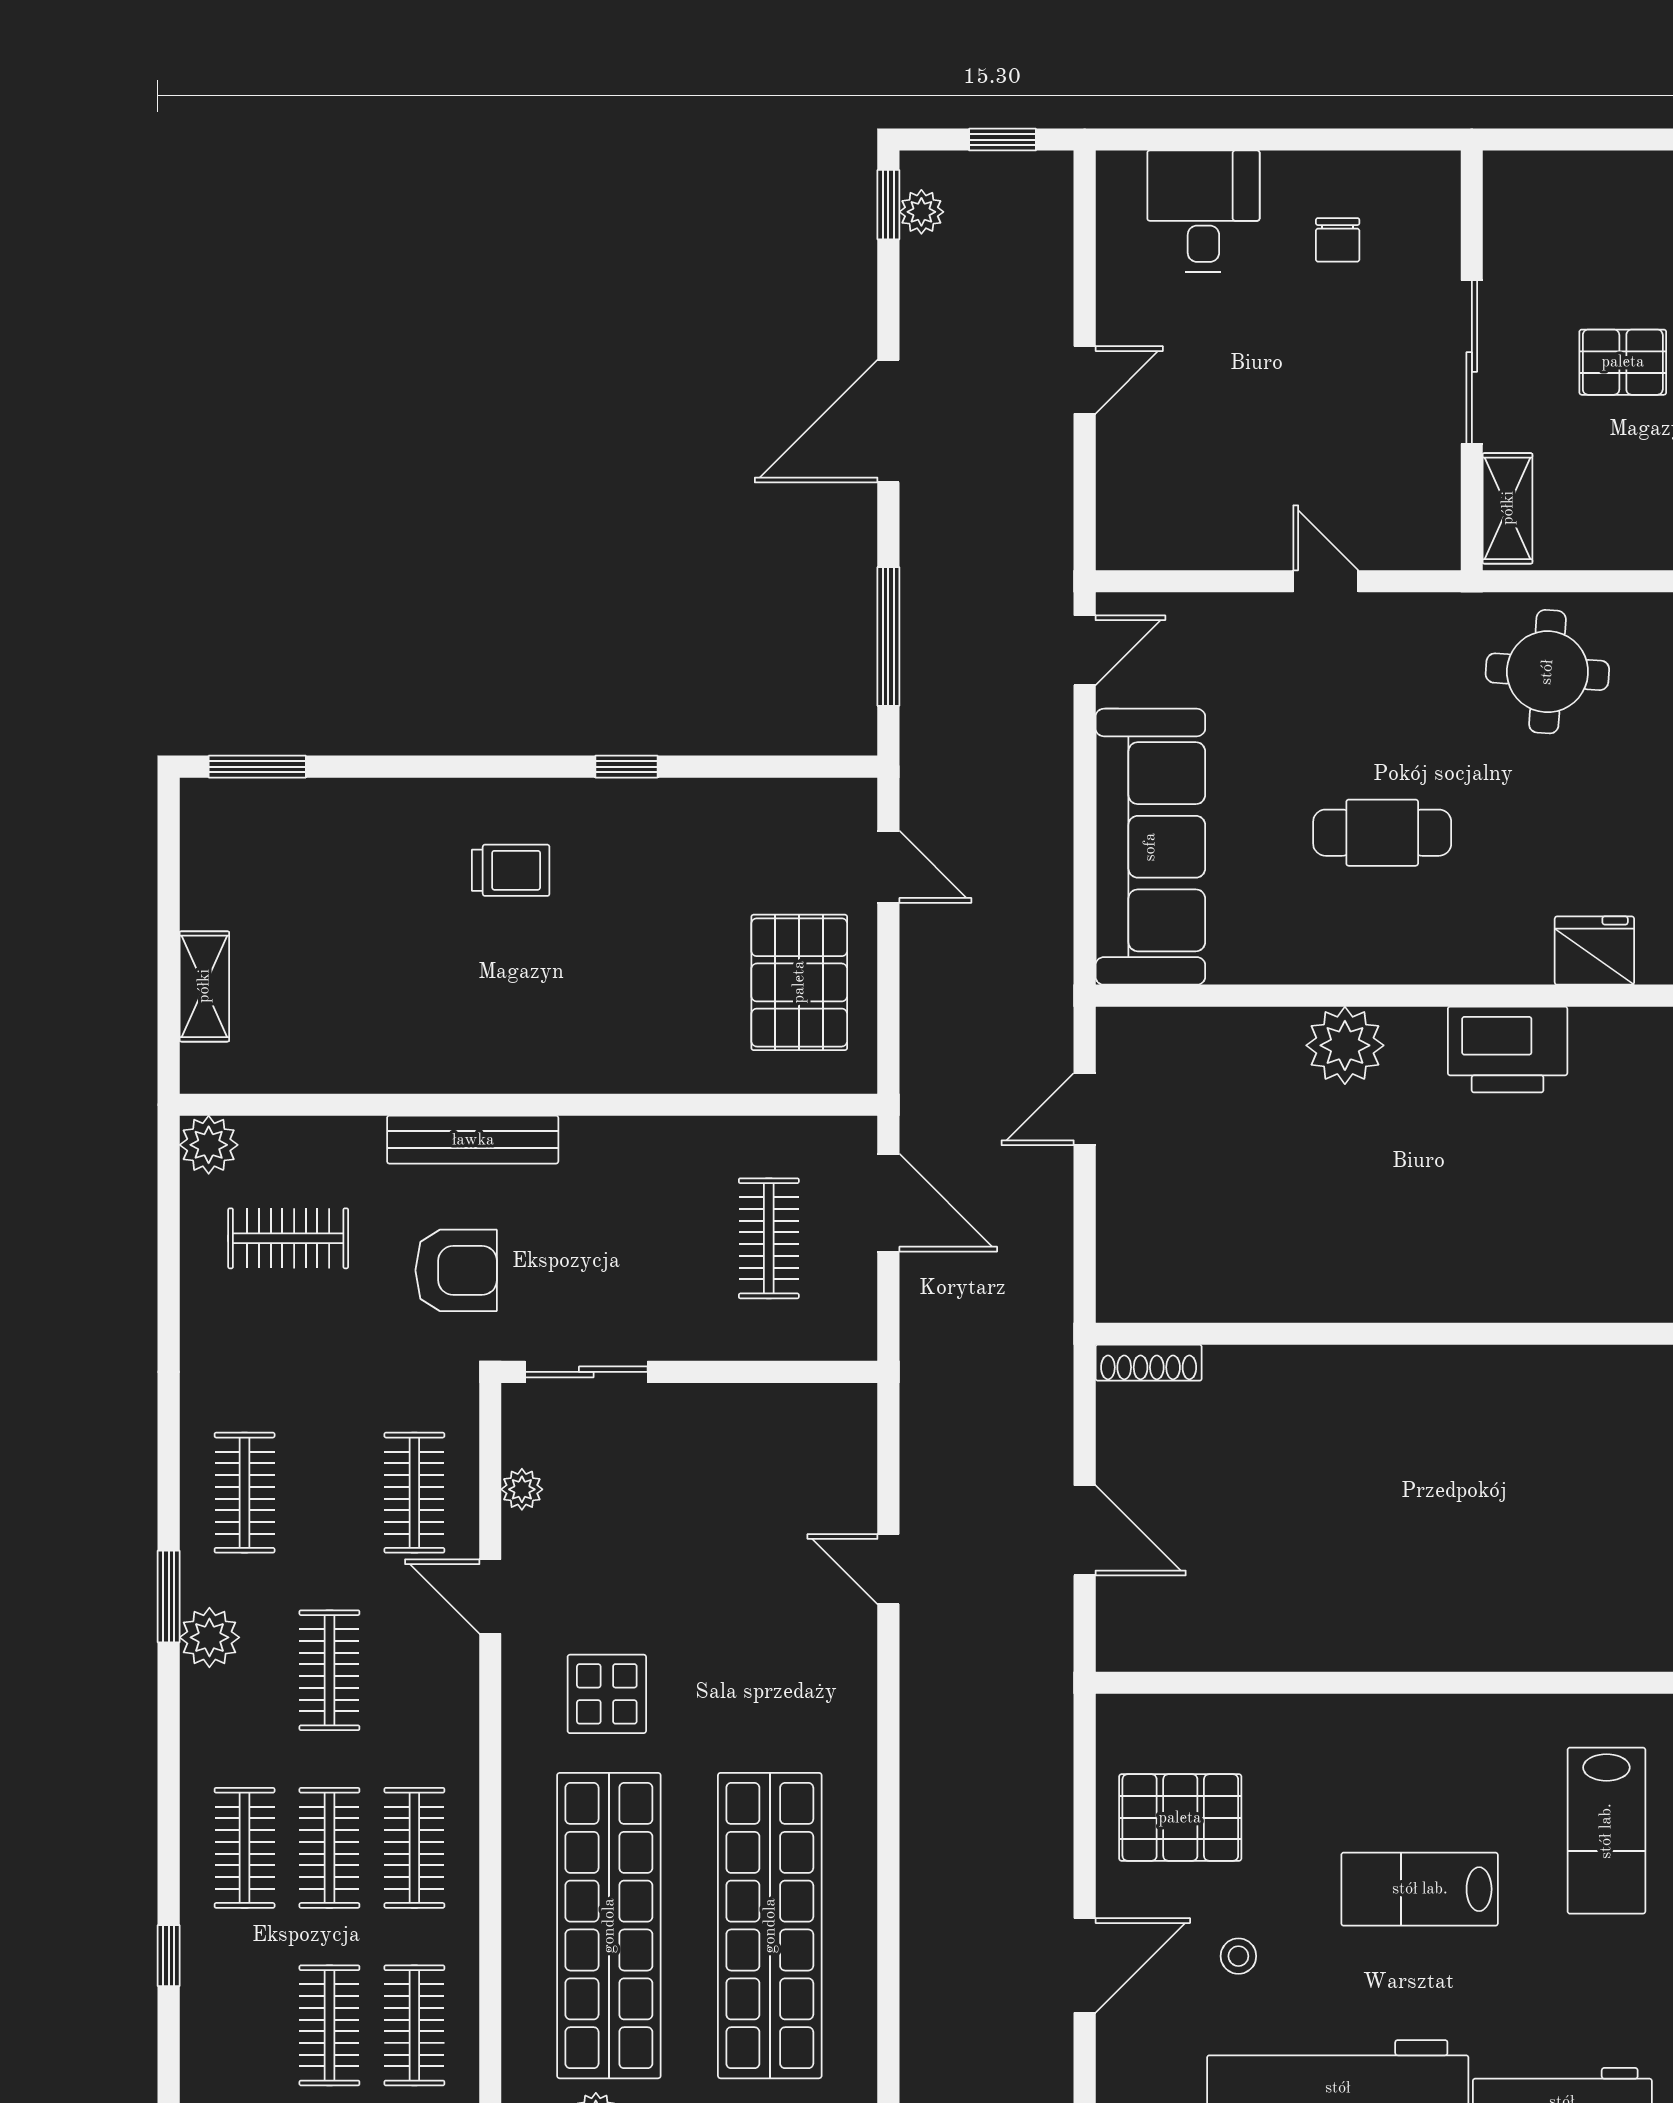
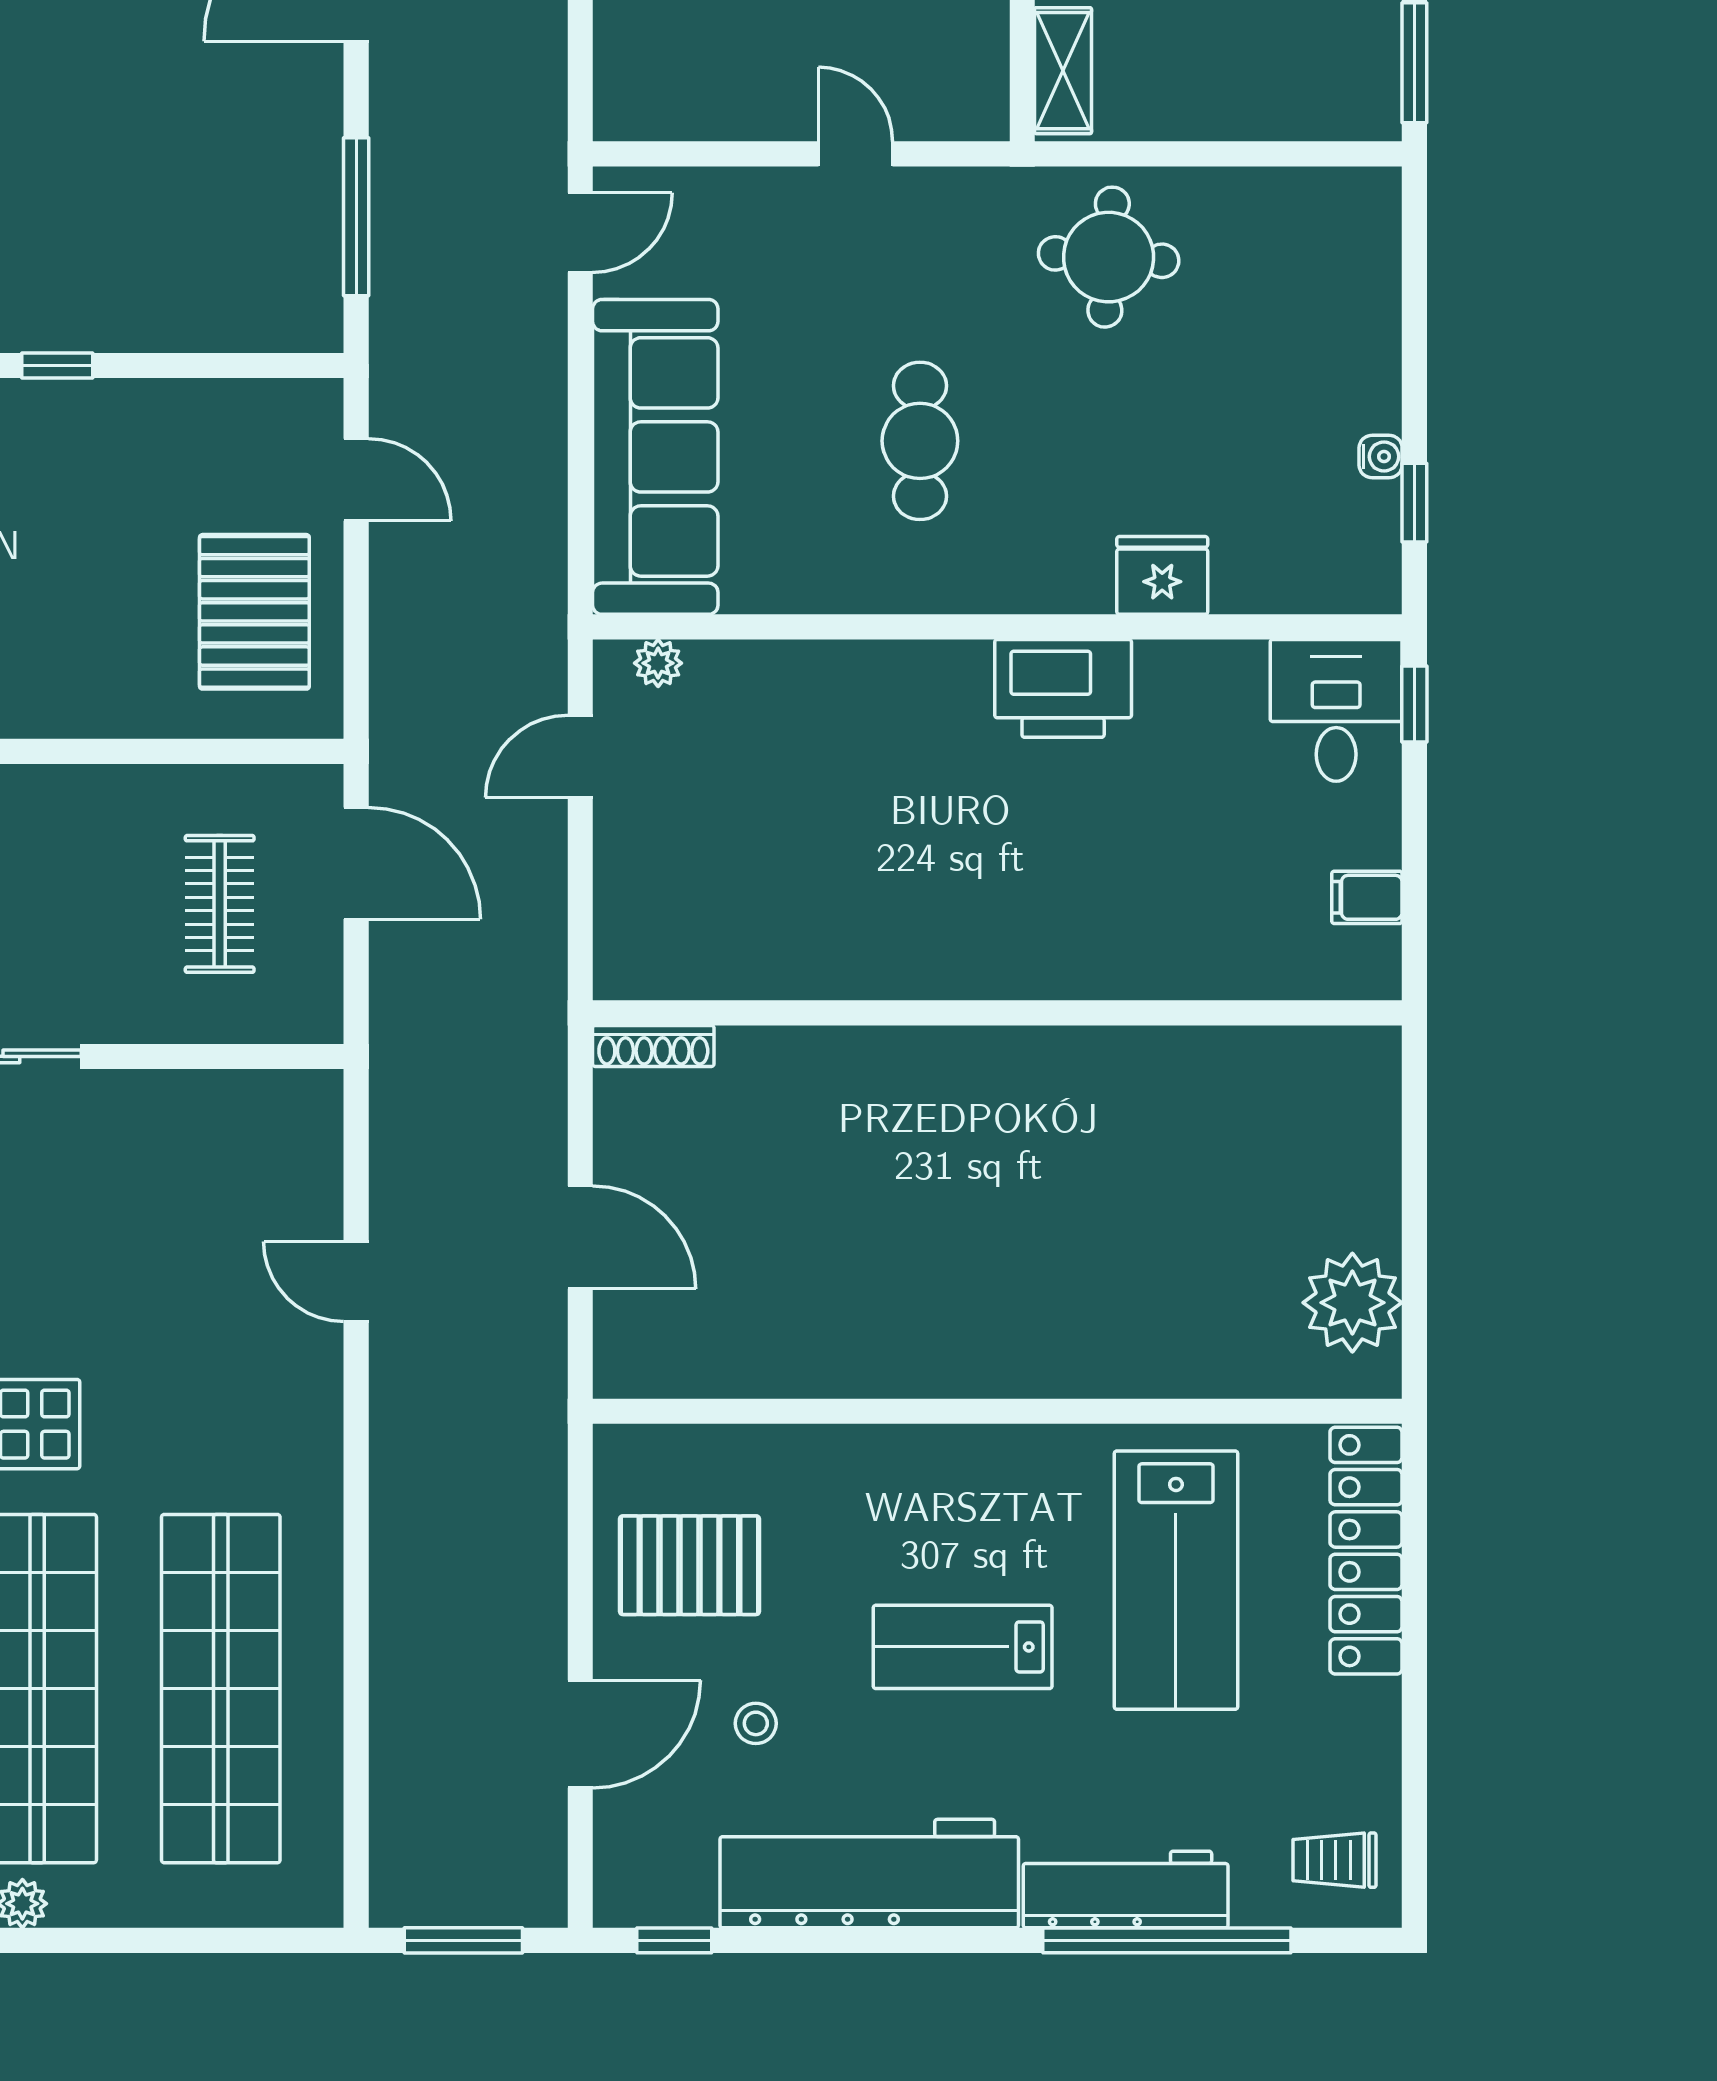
cafe table: (1382, 833) -> (920, 441), turned 90
plant: (1345, 1045) -> (658, 663), moved, width x0.53, depth x0.53
lab bench: (1606, 1831) -> (1176, 1580), width x1.36, depth x1.39

